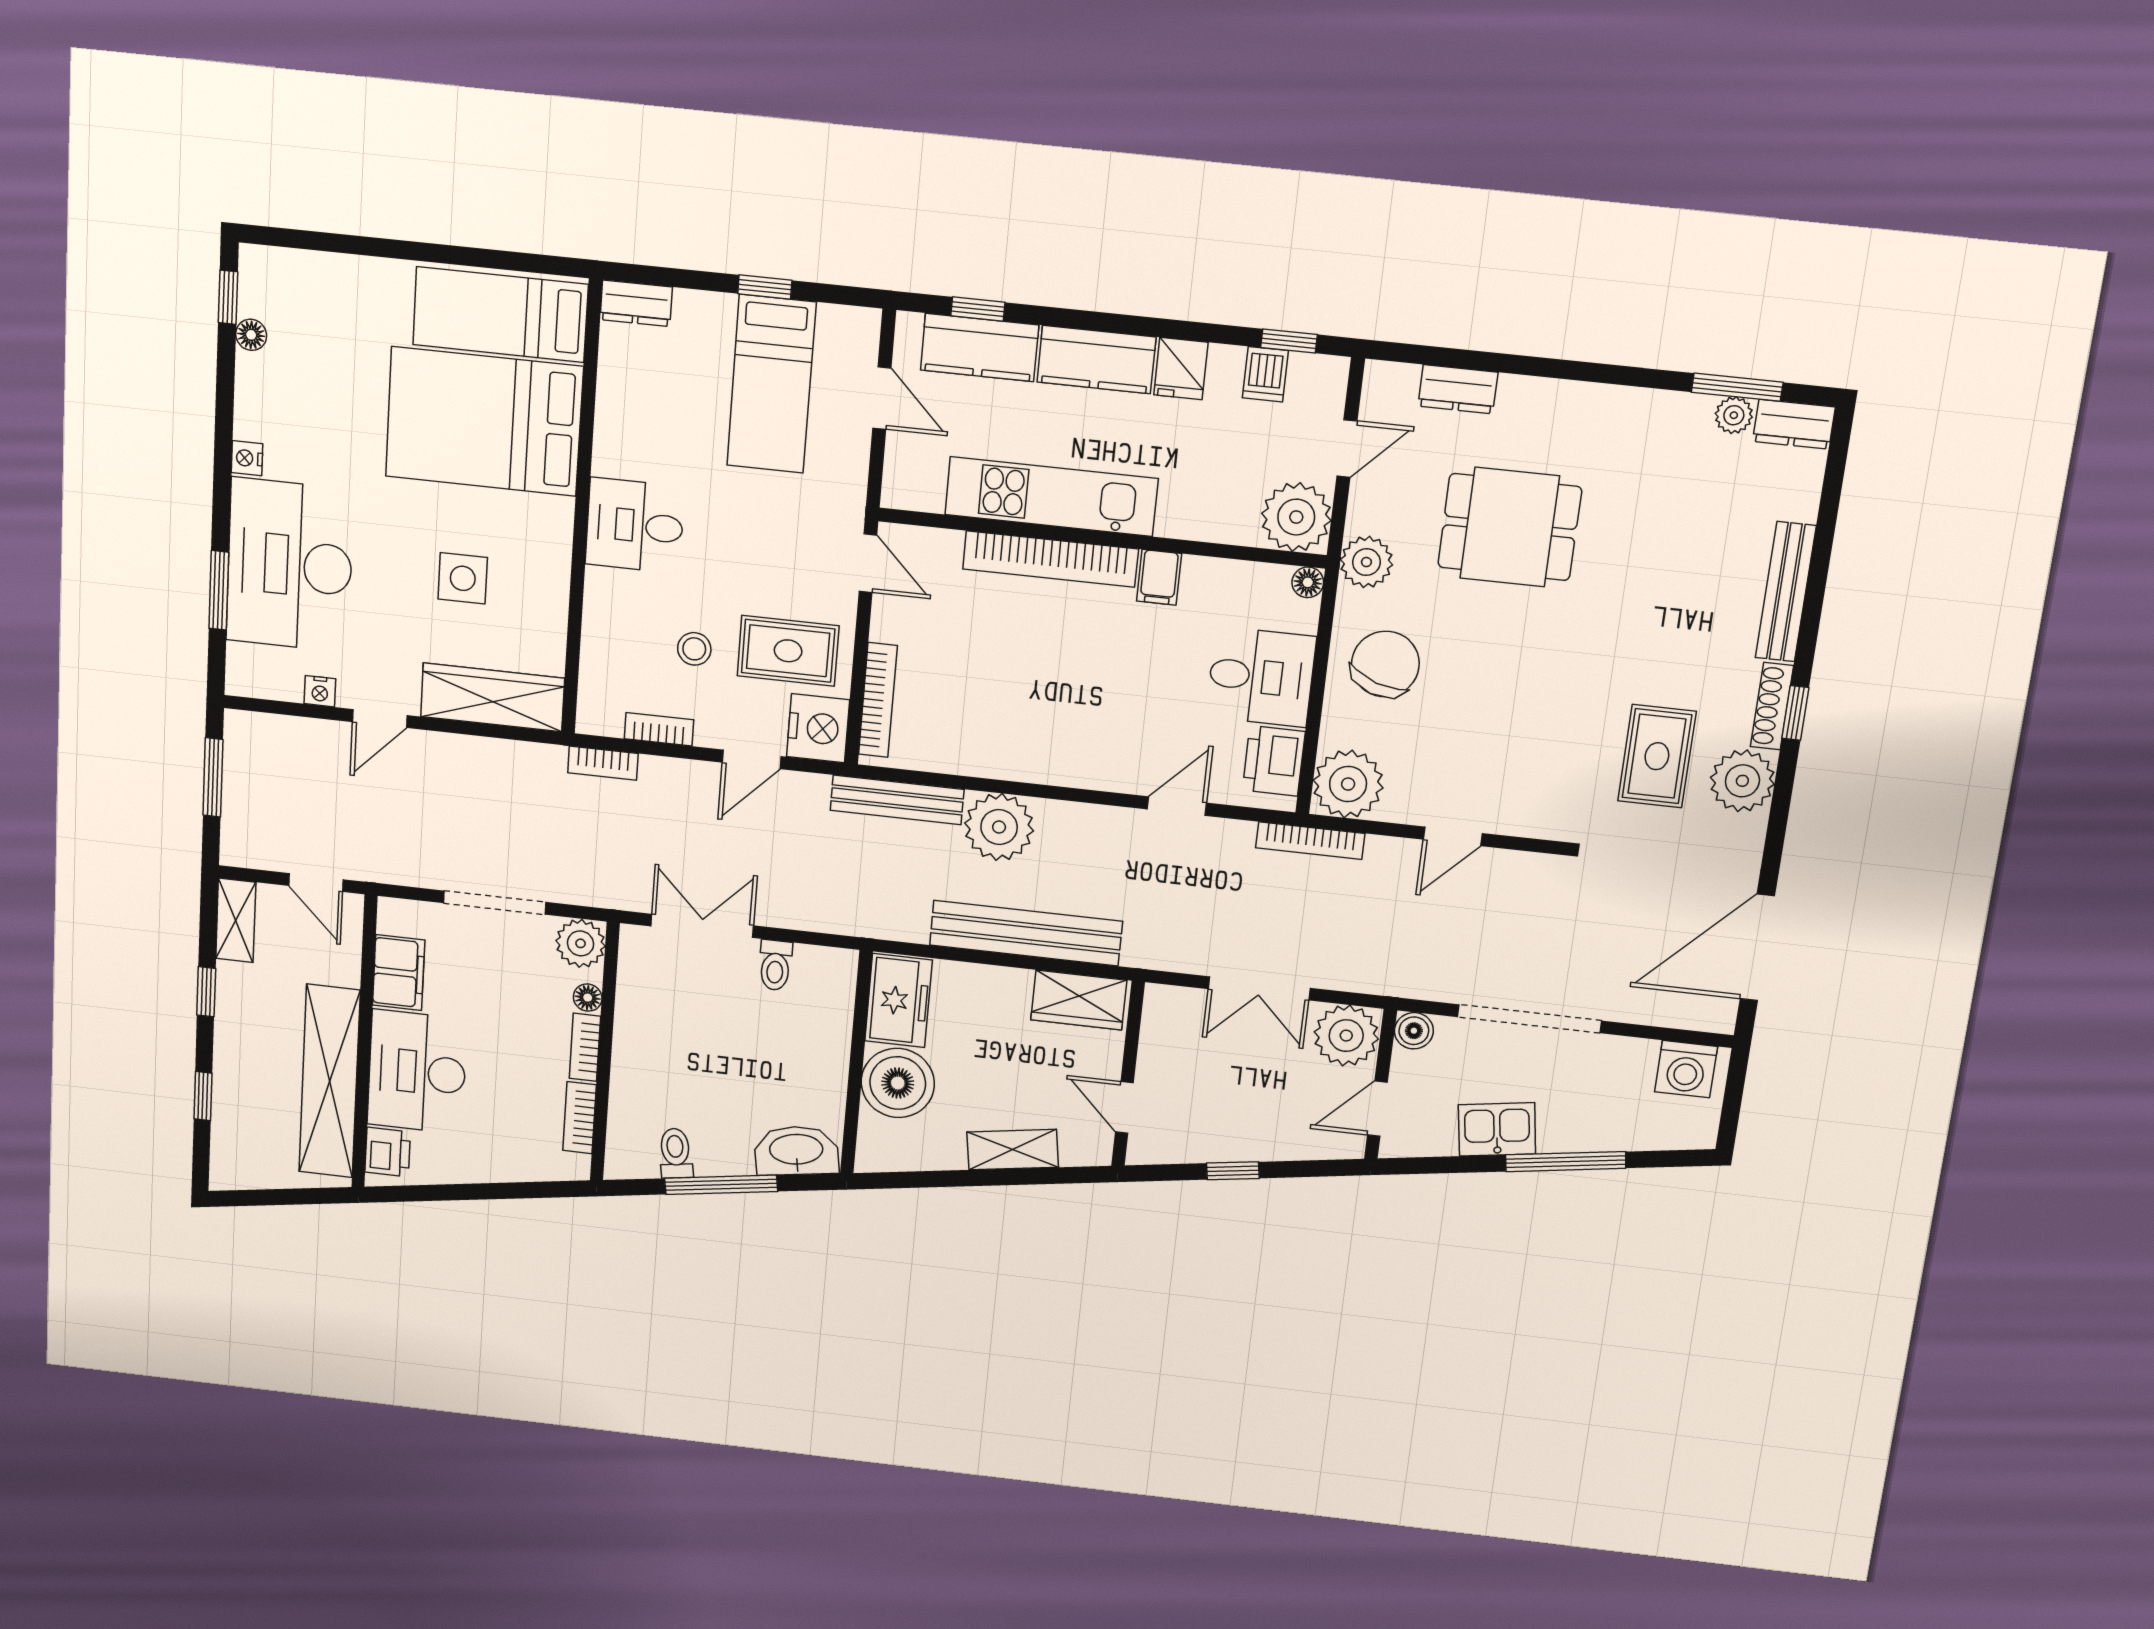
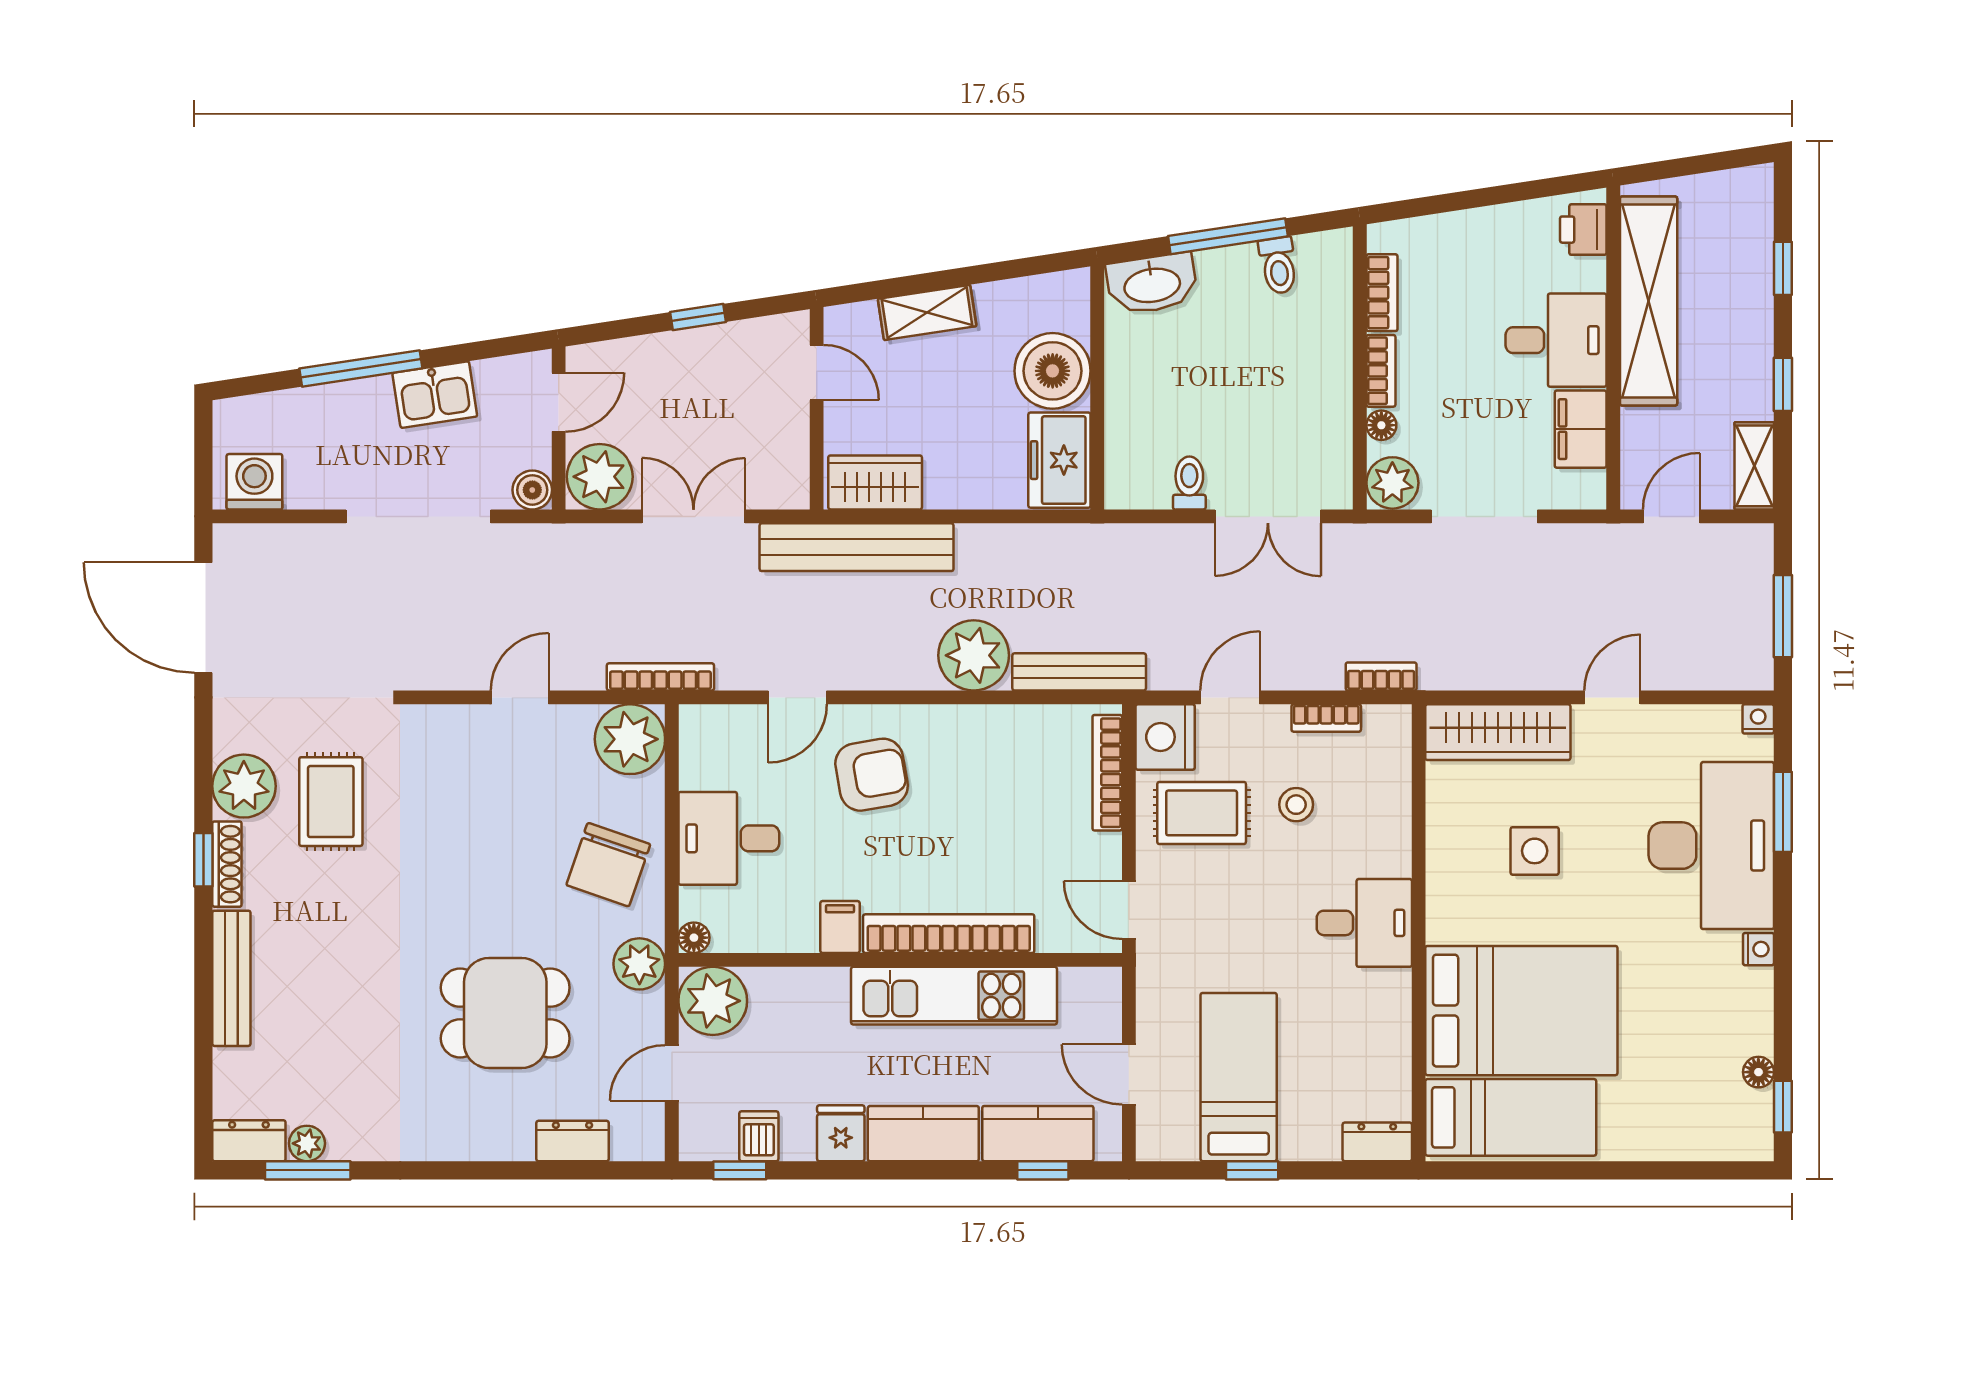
nightstand: (320, 691) -> (1758, 719), moved
armchair: (1111, 724) -> (872, 775), added
printer: (1274, 761) -> (706, 755), removed
door: (316, 883) -> (1671, 516), hinge flipped
bench: (1026, 933) -> (857, 547), moved
door: (1757, 947) -> (203, 618), swing flipped
desk: (417, 1072) -> (1556, 340), width x0.73

